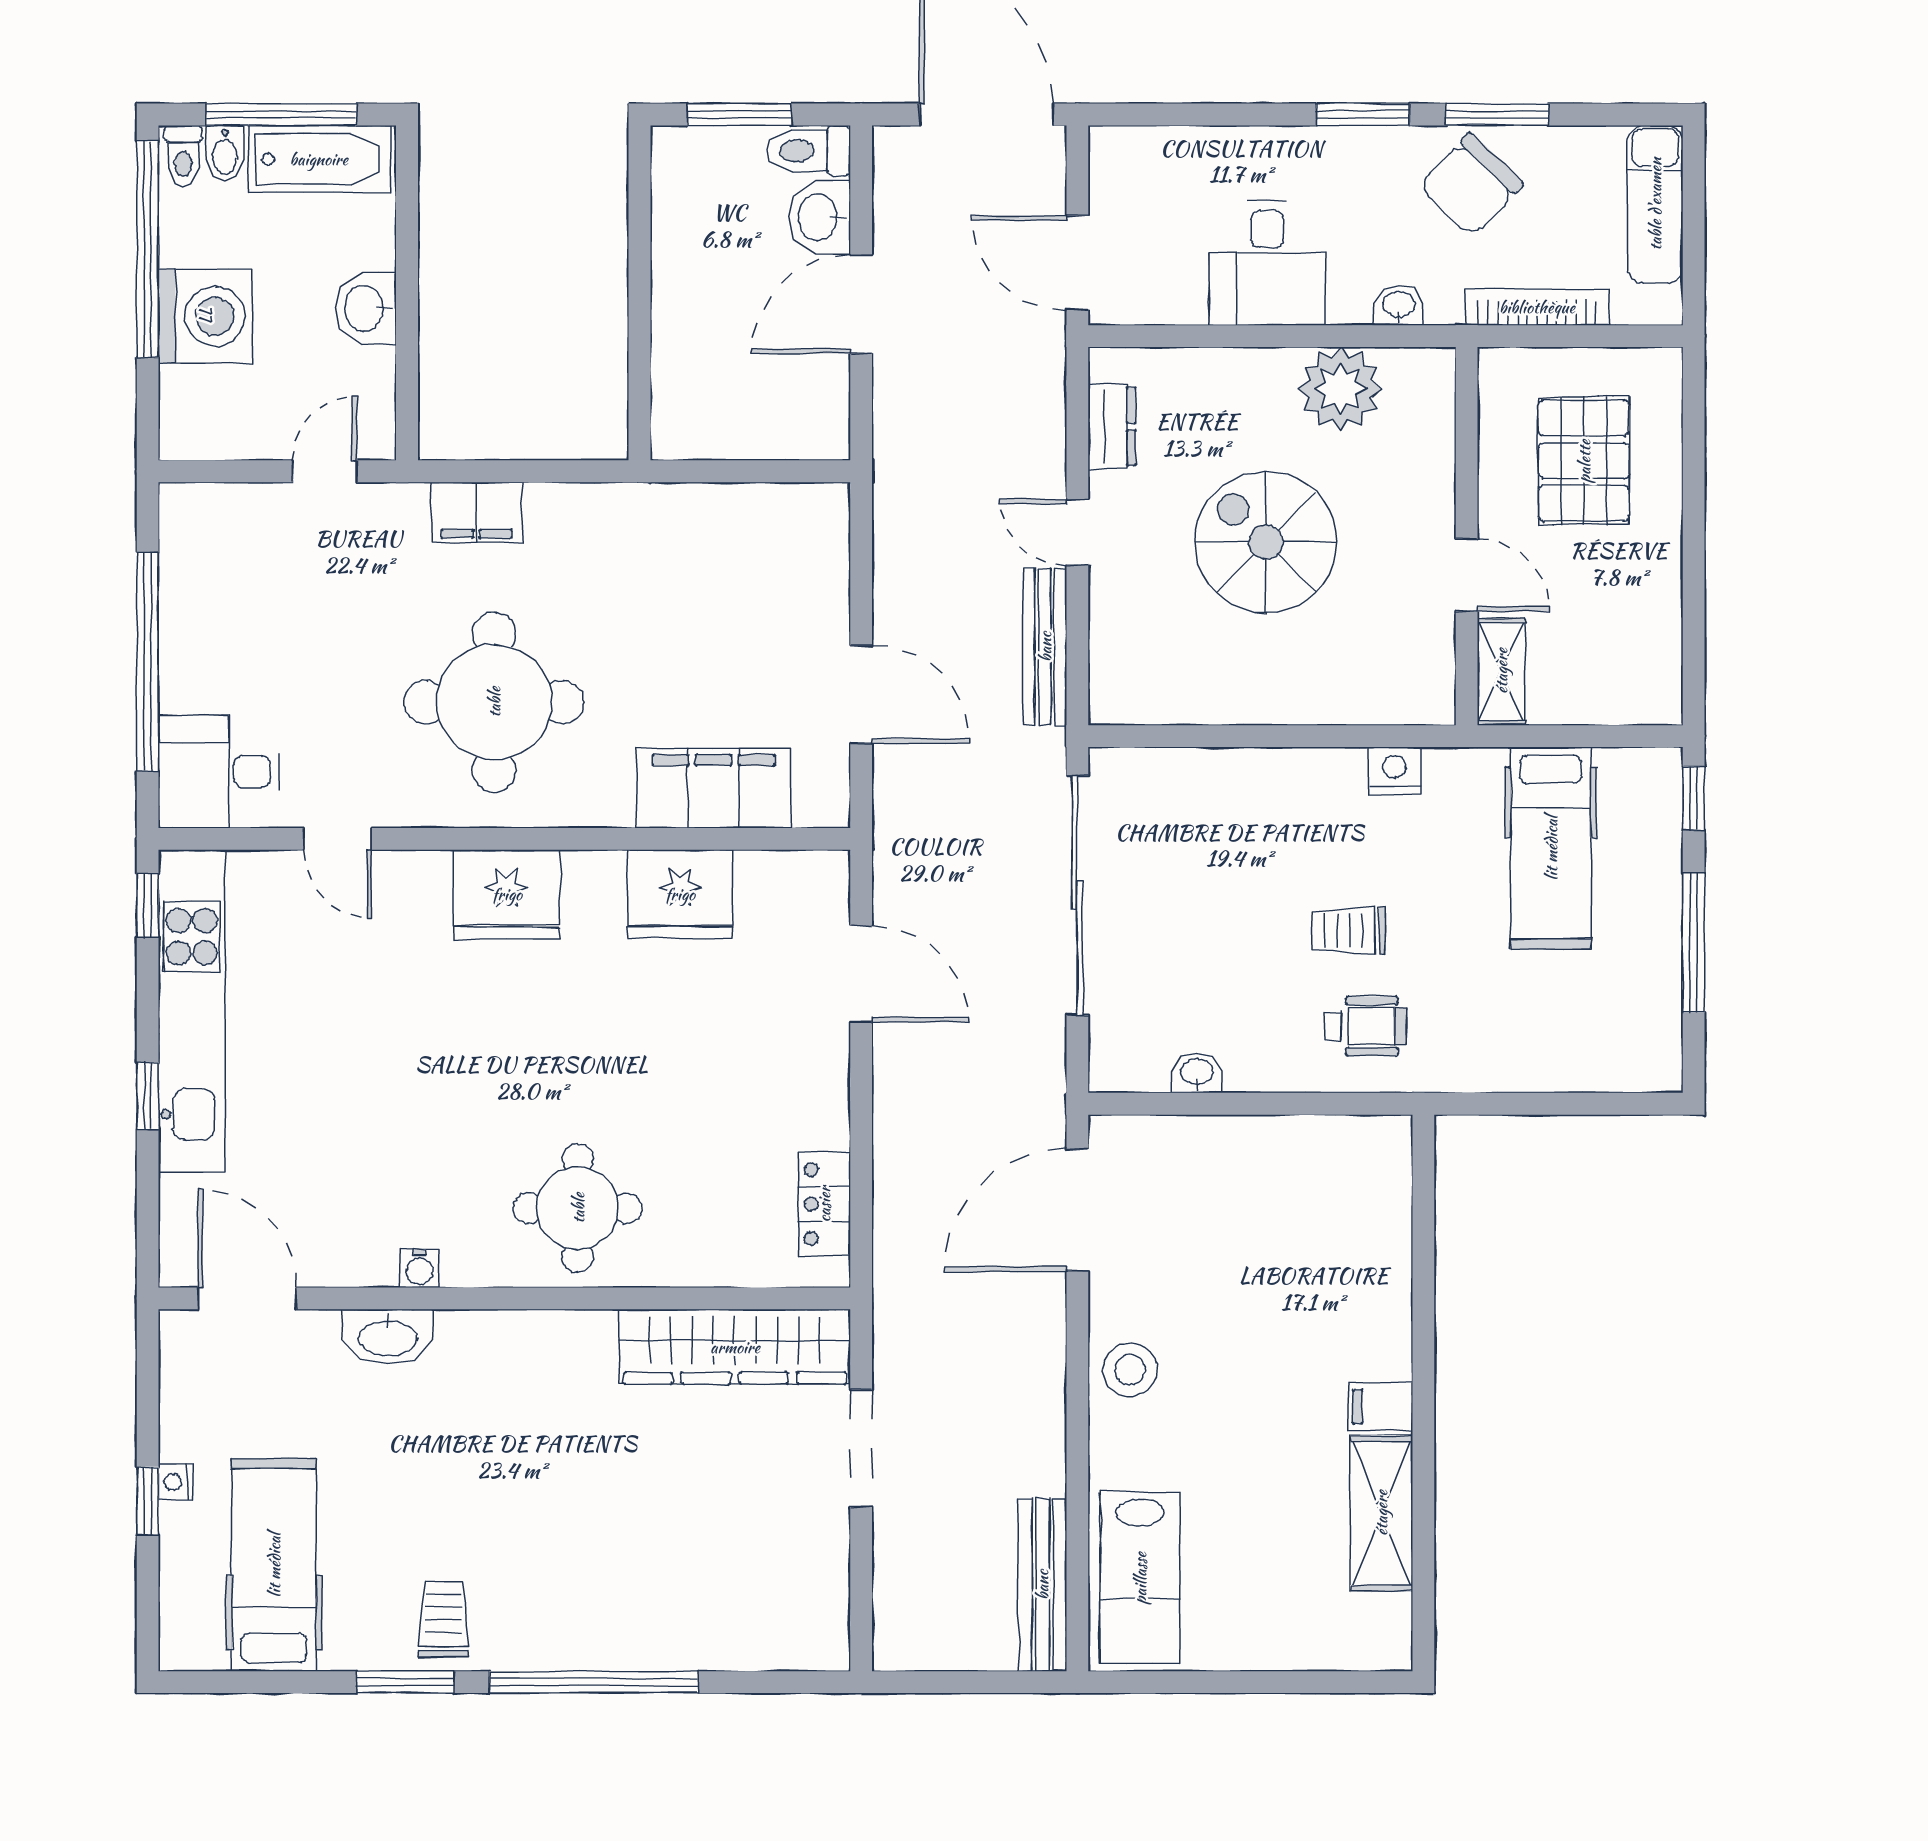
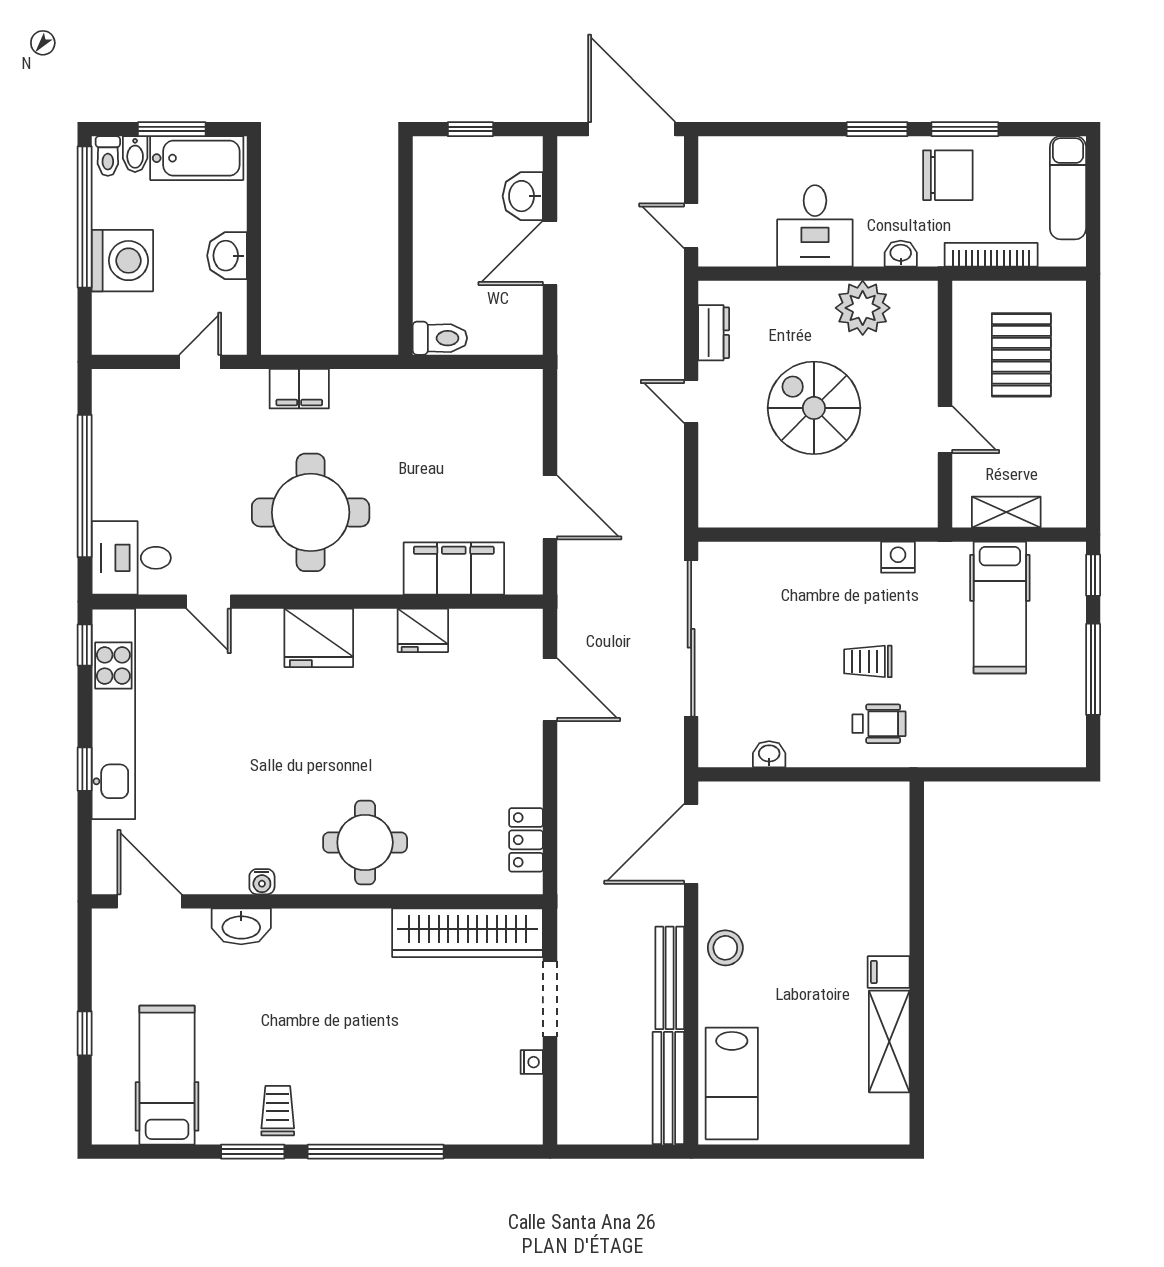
window: (281, 115) -> (172, 129), width x0.69
window: (739, 115) -> (470, 129), width x0.67
toilet: (808, 151) -> (440, 338), moved, turned 180
chair: (1471, 185) -> (948, 175), turned -134
door: (1077, 263) -> (691, 226), width x0.73
bench: (1045, 647) -> (670, 978), moved
shelving: (1501, 671) -> (1006, 512), moved, turned 90
fridge: (680, 894) -> (423, 630), width x0.73, depth x0.75
nightstand: (176, 1482) -> (532, 1062), moved, turned 180

